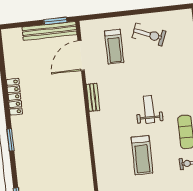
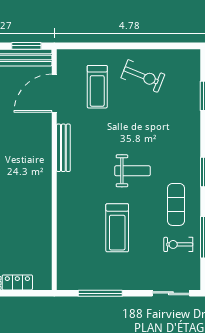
bench: (93, 97) -> (63, 148), width x1.36
weight bench: (149, 109) -> (132, 171), turned 90

